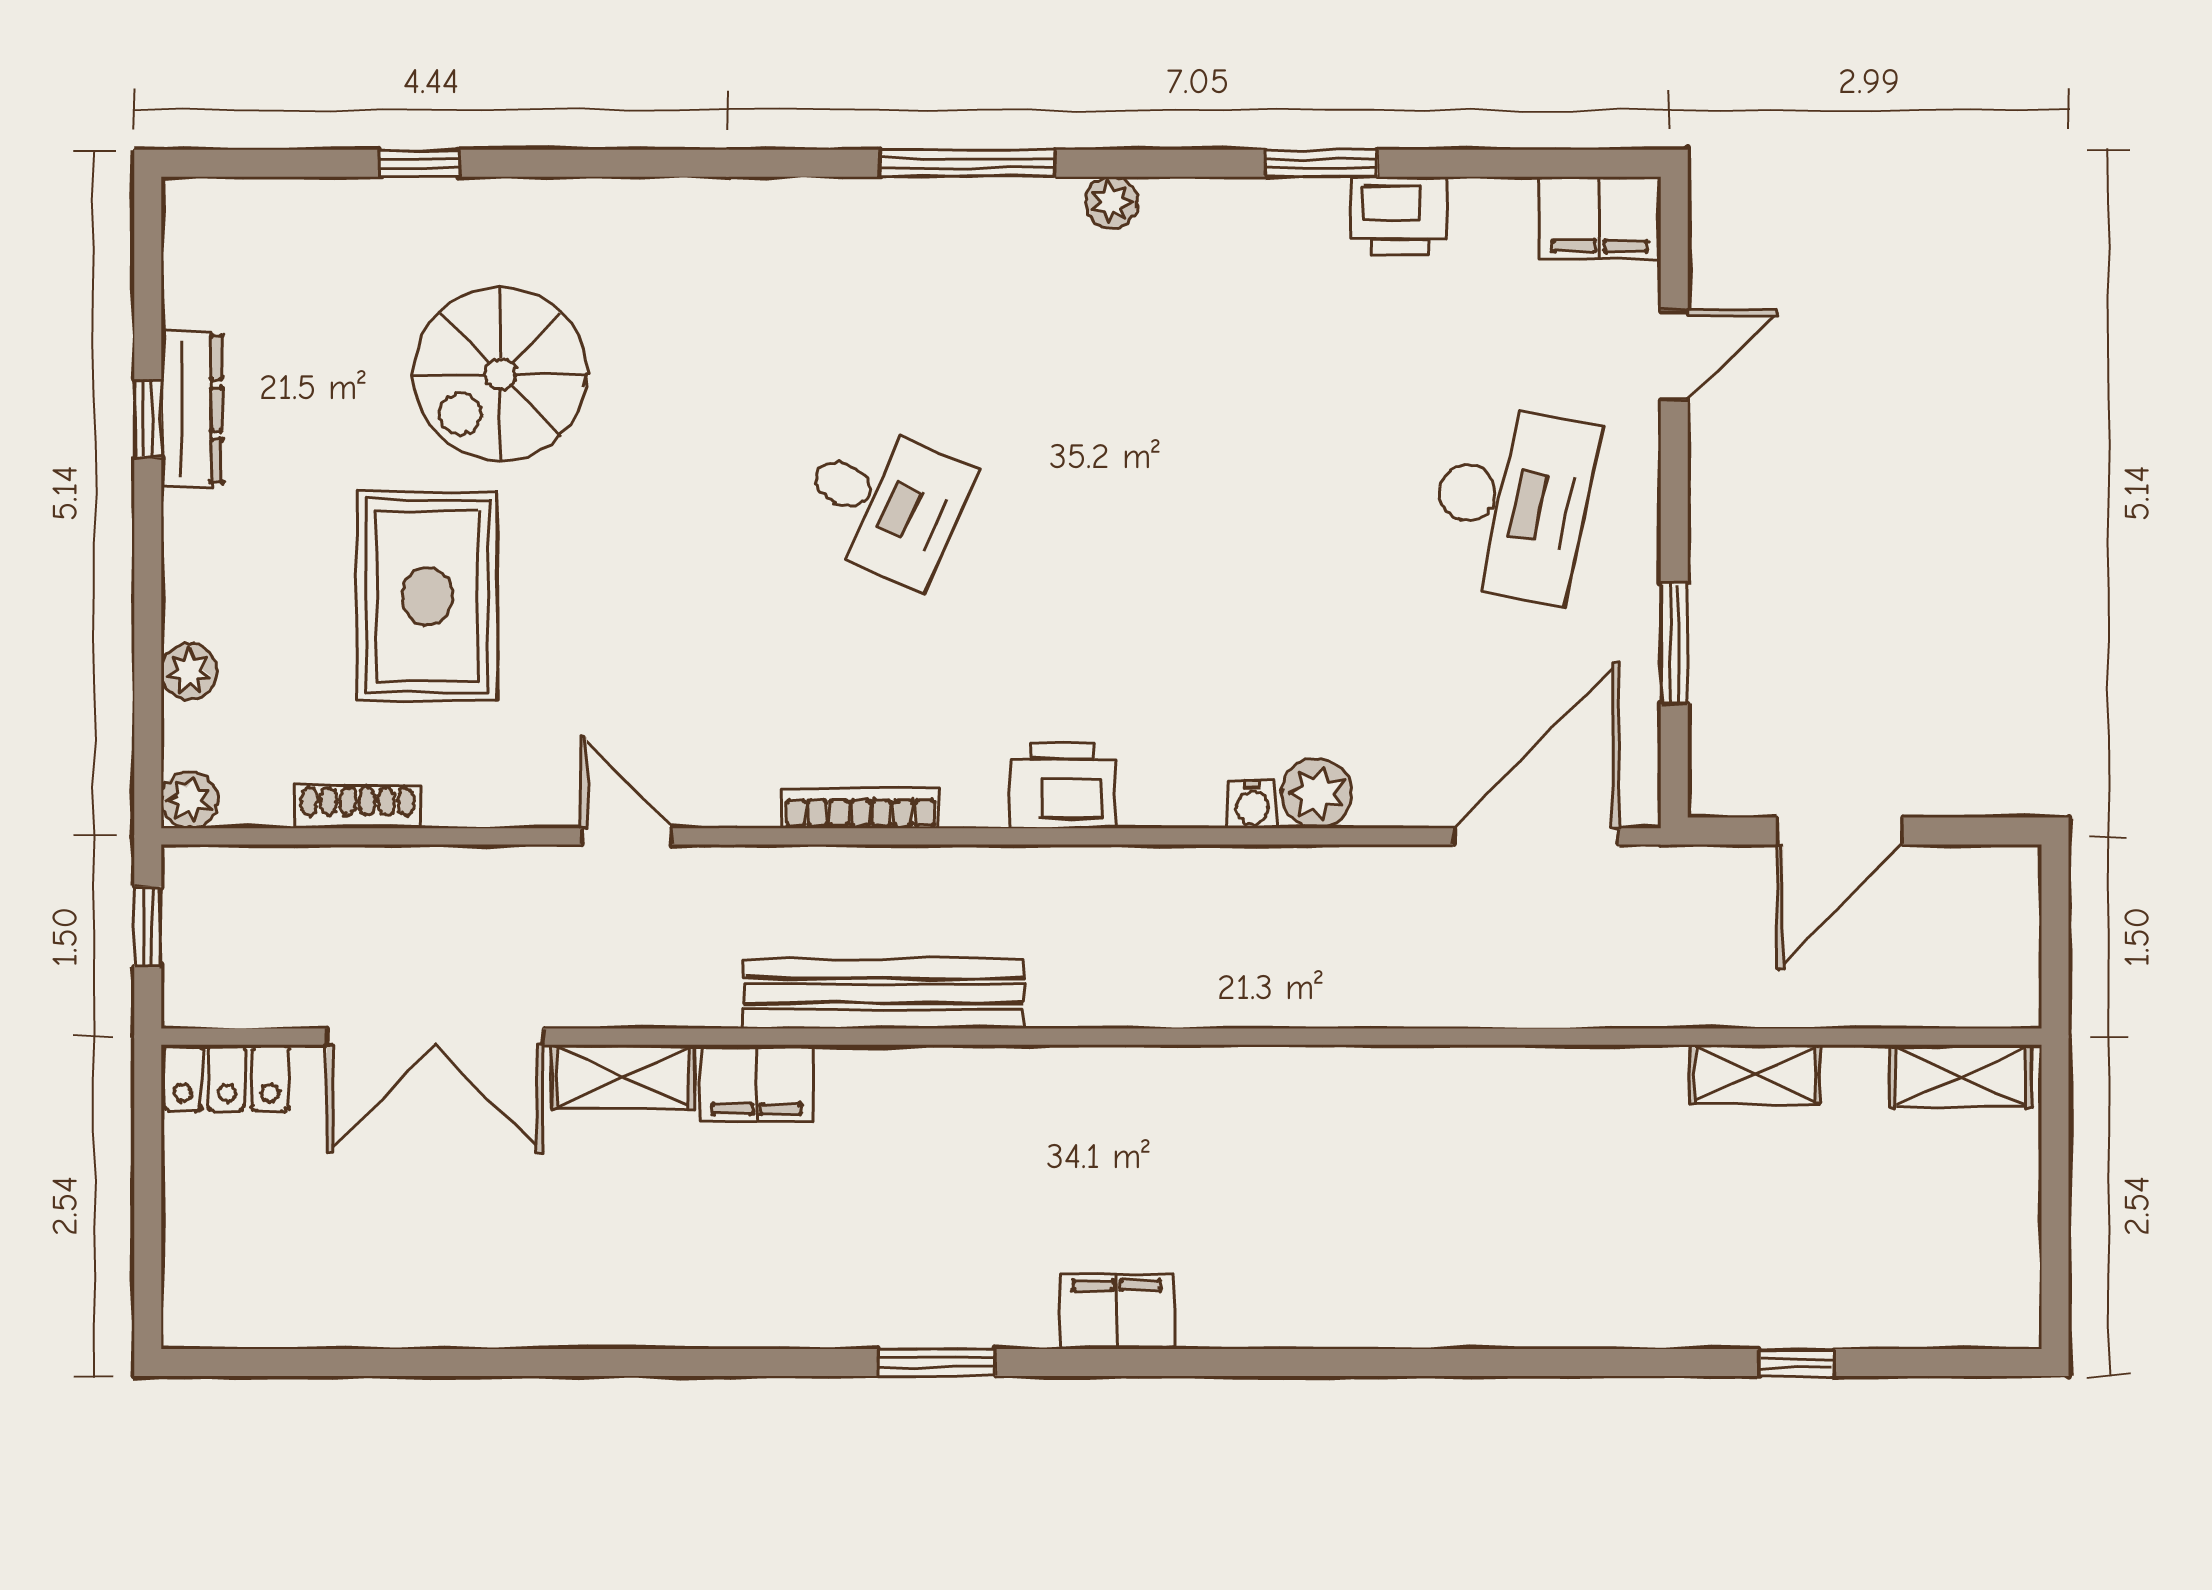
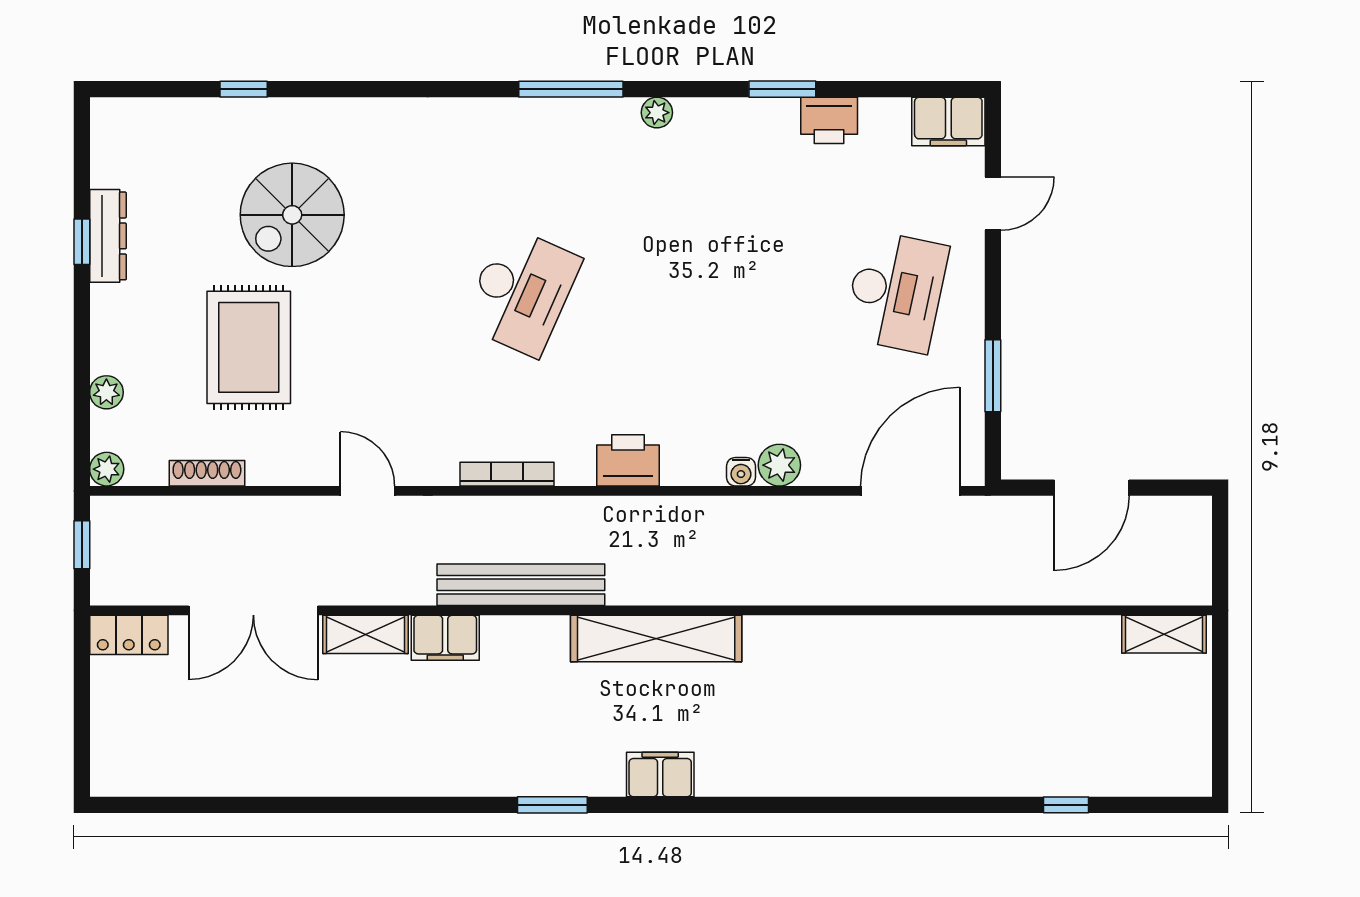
desk: (884, 502) -> (521, 292), width x1.37
shelving: (1755, 1074) -> (656, 639), moved, width x2.20, depth x1.33

